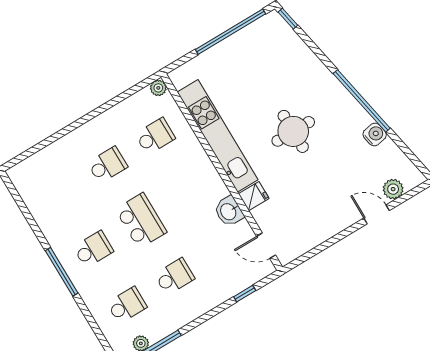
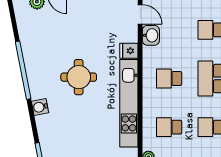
water cooler: (375, 134) -> (40, 107), moved
school desk: (189, 192) -> (169, 78), added
washbasin: (229, 211) -> (151, 35), moved

